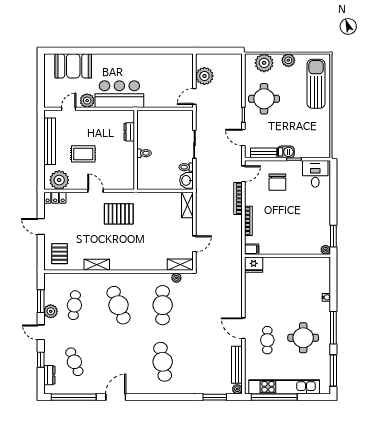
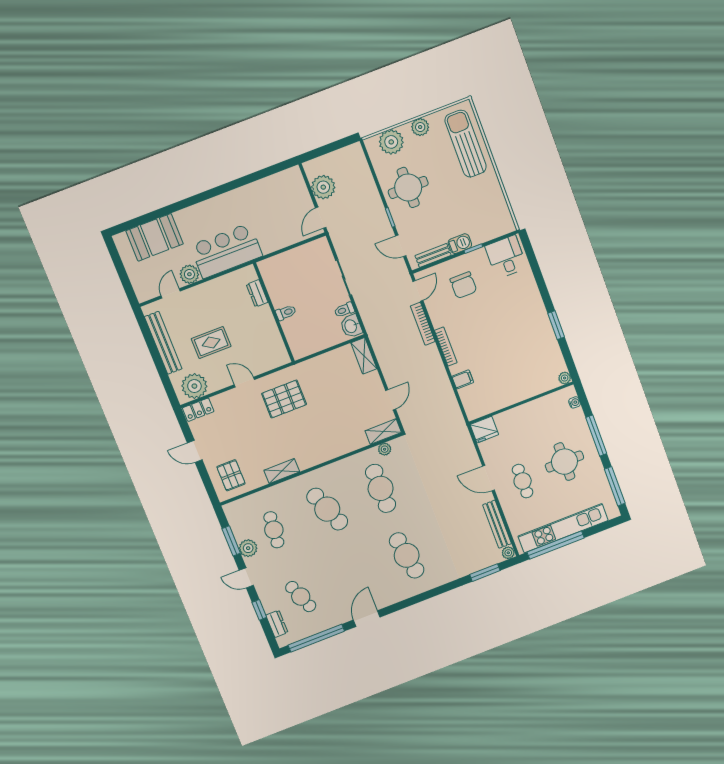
plant: (326, 250) -> (565, 378), moved
wall: (287, 256) -> (521, 403), moved
fridge: (254, 265) -> (484, 430), moved

